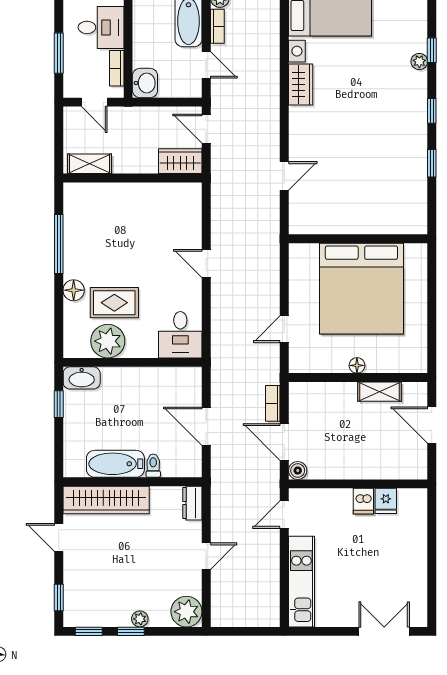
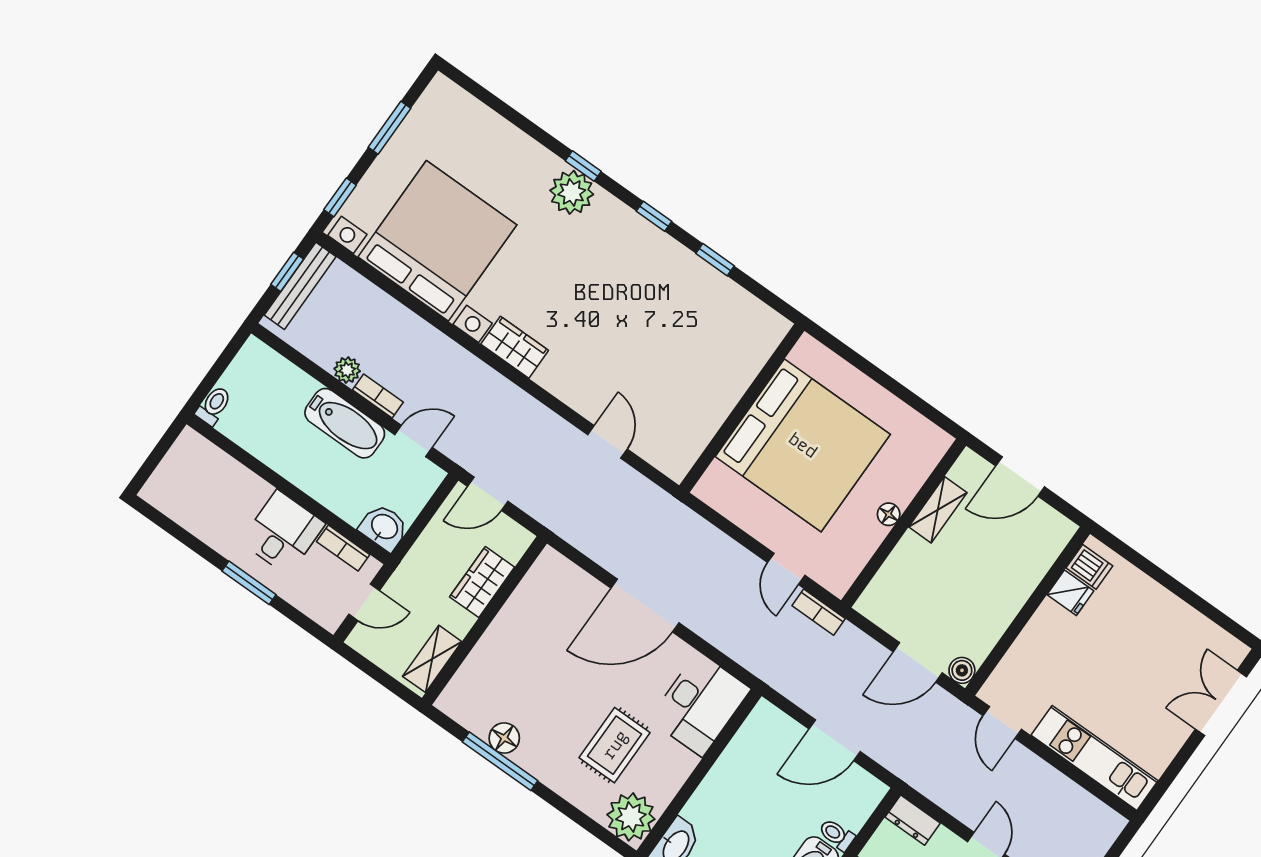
window: (59, 53) -> (249, 583), moved
plant: (419, 61) -> (572, 192), width x1.88, depth x1.88
wardrobe: (180, 161) -> (482, 582), moved
door: (206, 263) -> (645, 605), width x1.88
floor lamp: (74, 290) -> (504, 738), moved
desk: (180, 335) -> (700, 704), width x1.37
plant: (108, 341) -> (631, 817), moved
bookcase: (273, 403) -> (819, 612), moved
dishwasher: (363, 501) -> (1089, 567), moved

